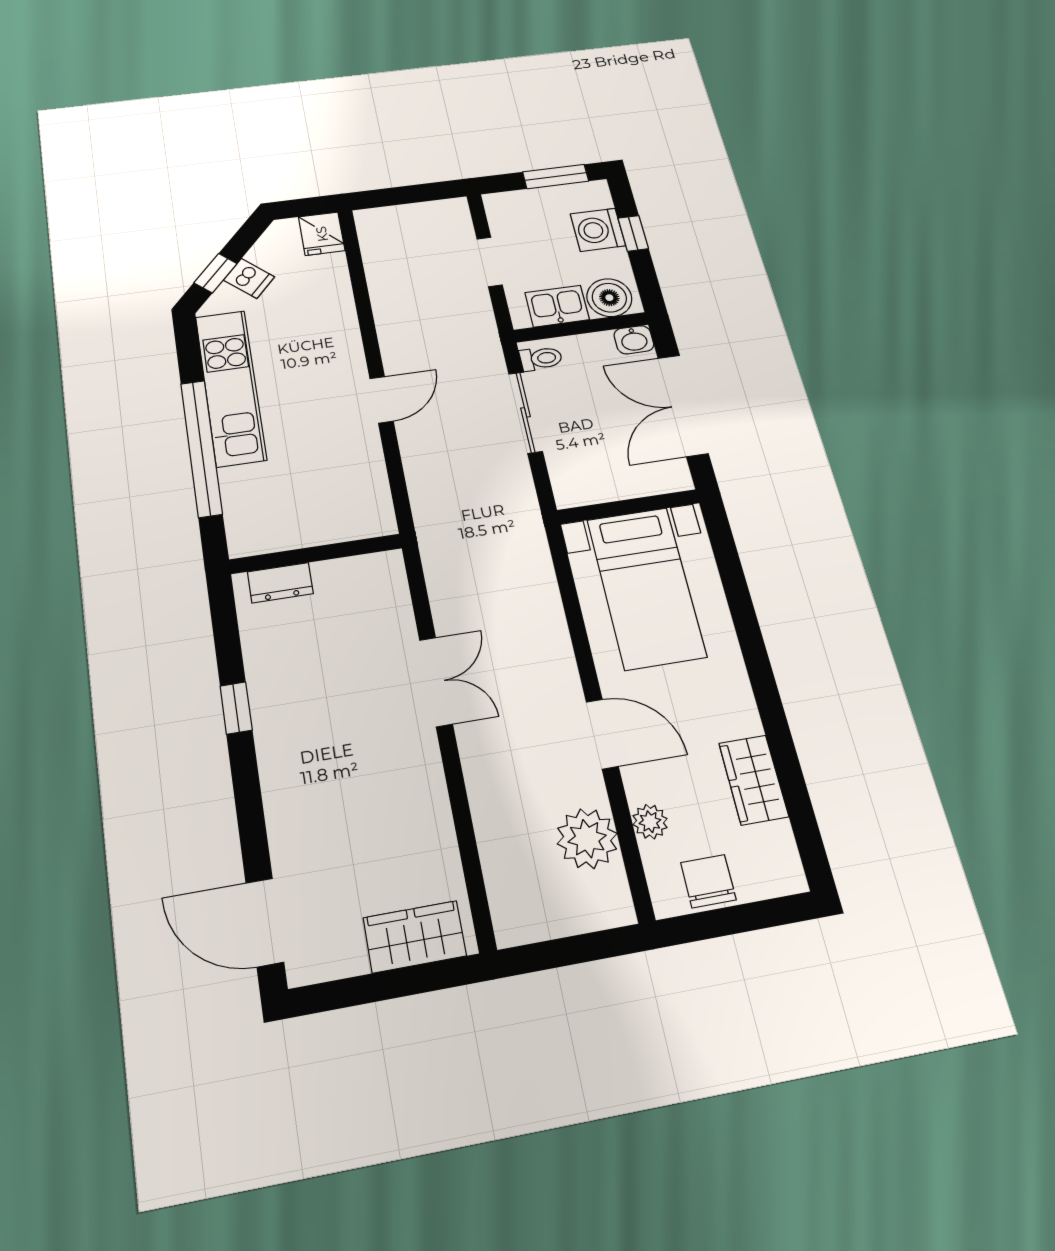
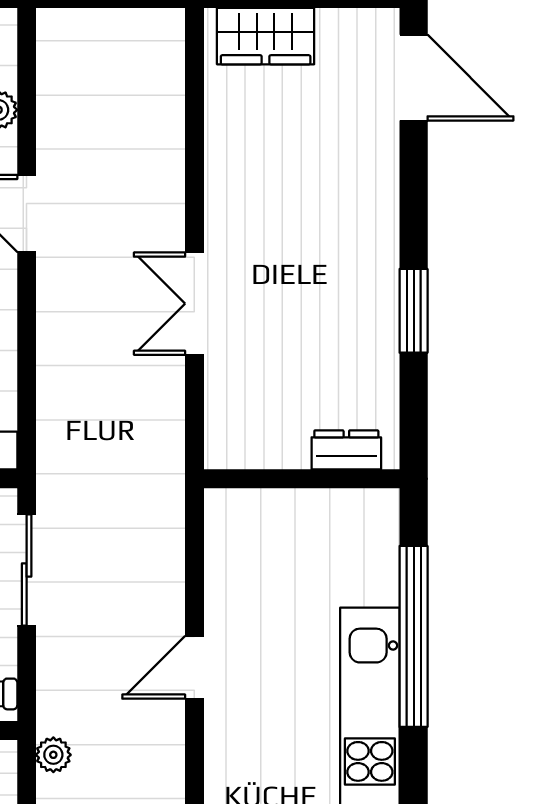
sliding door: (526, 412) -> (27, 570), moved
window: (236, 708) -> (414, 311), width x1.50
plant: (587, 839) -> (53, 755), moved, width x0.53, depth x0.53

